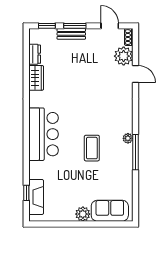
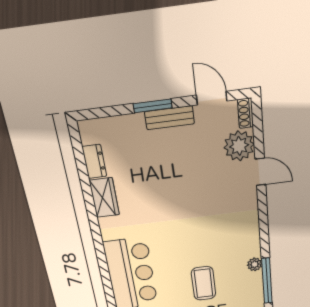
window: (47, 26) -> (105, 112), removed
bench: (71, 34) -> (170, 118), moved

